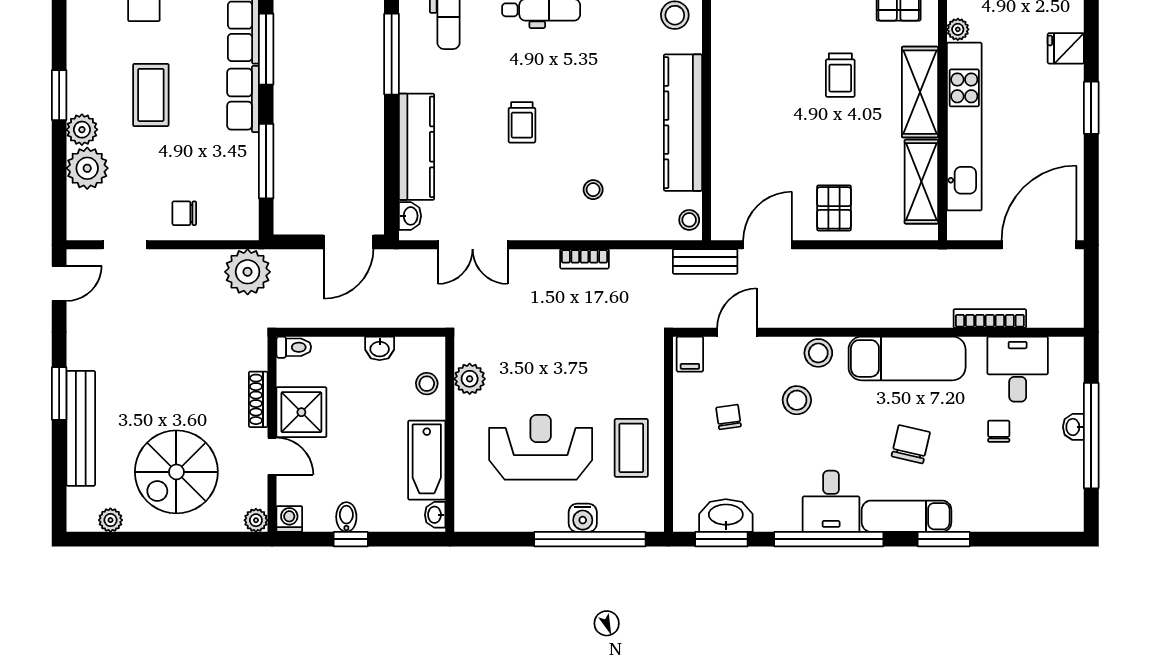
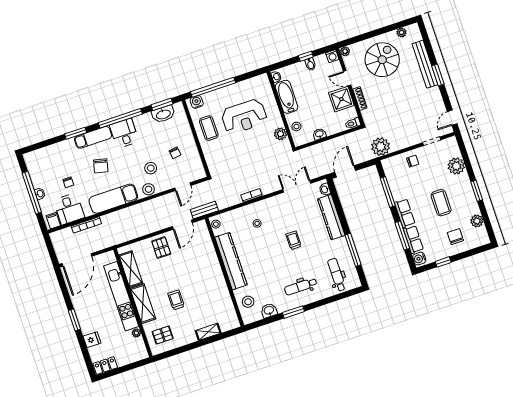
plant: (82, 130) -> (477, 221), moved
filing cabinet: (690, 354) -> (53, 221), moved
water cooler: (583, 518) -> (197, 102), moved

